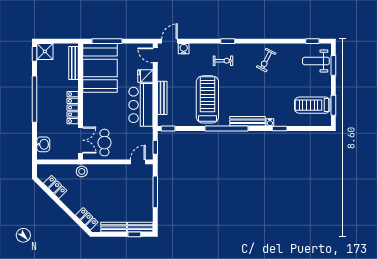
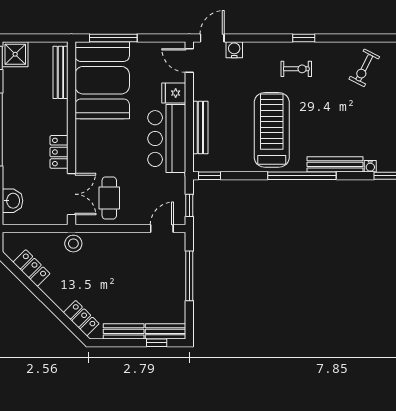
locker: (73, 108) -> (59, 152), width x0.66

